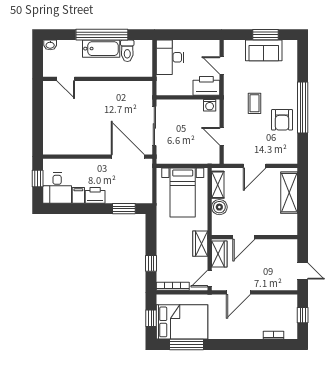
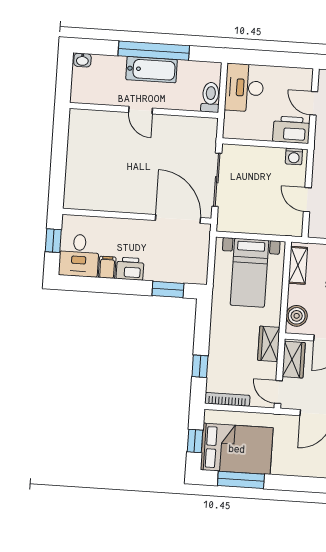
toilet: (127, 51) -> (211, 97), moved, turned 180
door: (66, 79) -> (141, 110), moved
boiler: (219, 207) -> (297, 316), moved
door: (210, 278) -> (278, 392), hinge flipped

